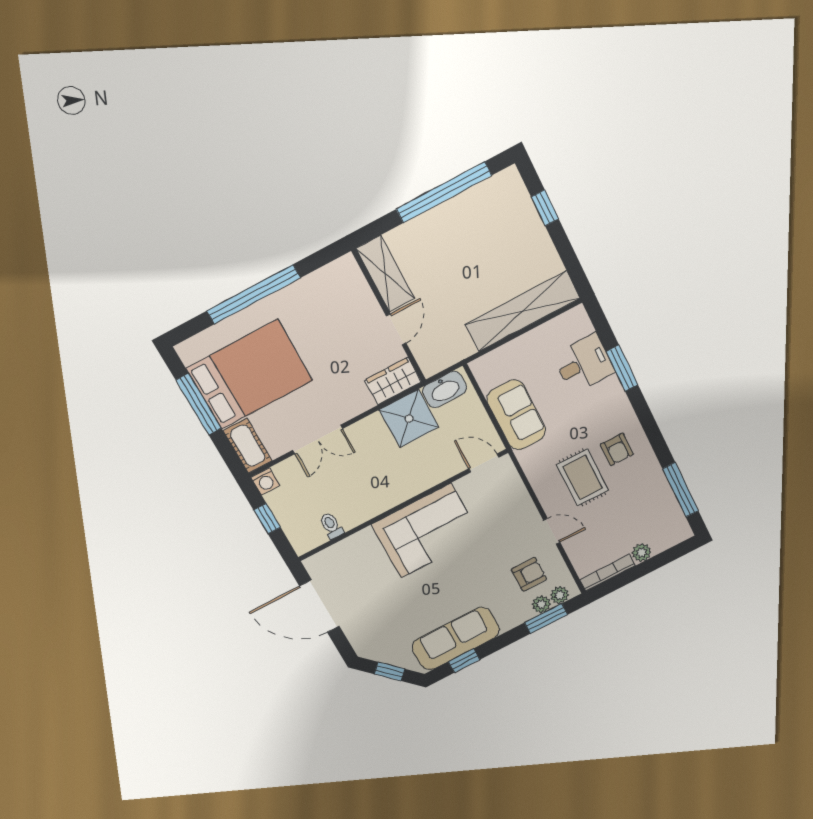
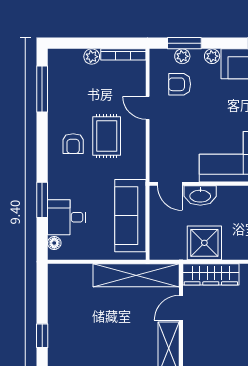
shelving: (523, 311) -> (136, 275), moved
floor lamp: (584, 326) -> (54, 243), added
wardrobe: (393, 381) -> (211, 274), width x1.50
washbasin: (445, 389) -> (200, 196), moved, turned 180
sofa: (516, 415) -> (130, 216), width x1.36
armchair: (617, 449) -> (73, 144), turned 180
plant: (560, 595) -> (212, 56), moved

